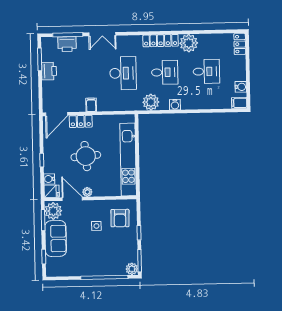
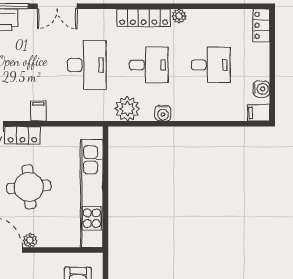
plant: (189, 43) -> (179, 16), width x0.53, depth x0.53

